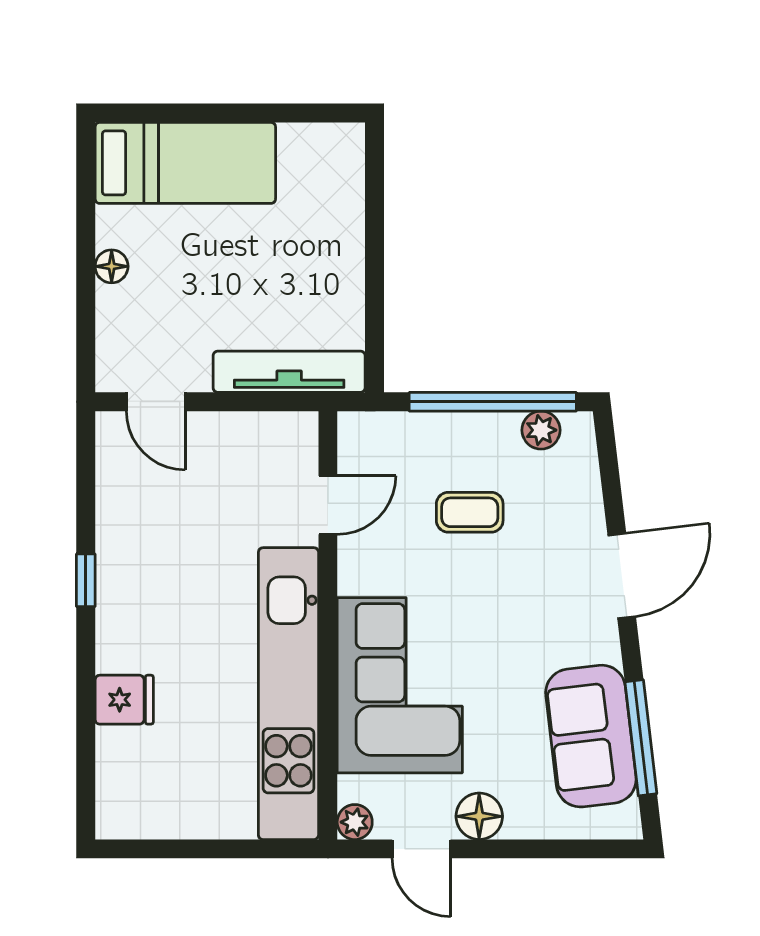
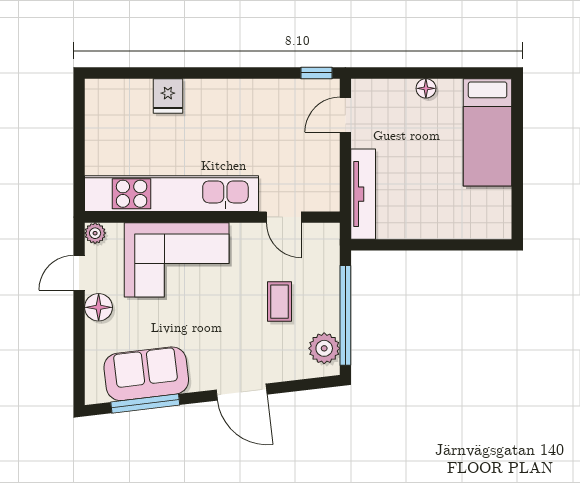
plant: (541, 430) -> (324, 348), width x1.38, depth x1.38
window: (86, 580) -> (317, 73), moved

